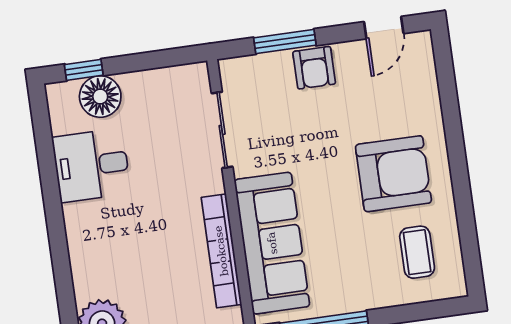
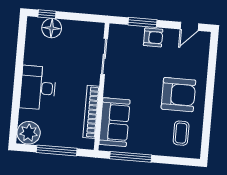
armchair: (314, 68) -> (153, 37), turned -90
desk: (91, 165) -> (38, 88), moved, width x1.37
sofa: (272, 243) -> (115, 122), width x0.73

